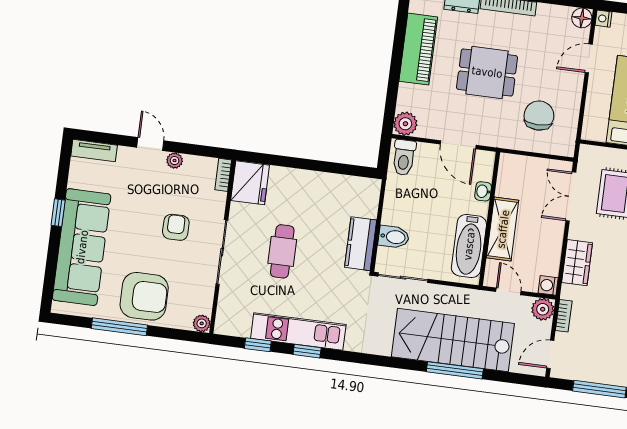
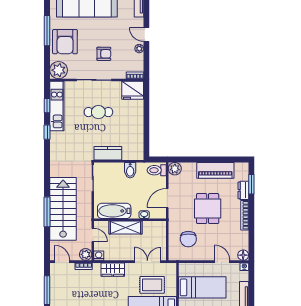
chair: (539, 116) -> (188, 239), turned 90
door: (150, 144) -> (146, 34), swing flipped
bidet: (394, 237) -> (130, 170), moved
door: (508, 291) -> (93, 235), hinge flipped
plant: (202, 323) -> (59, 70), width x1.87, depth x1.87
kitchen unit: (298, 331) -> (57, 106), moved

